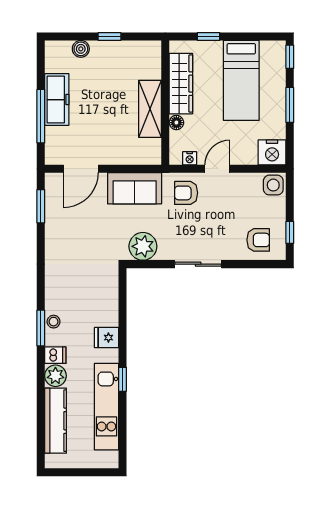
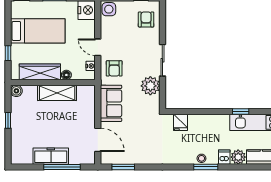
boiler: (81, 49) -> (16, 91), moved
plant: (143, 246) -> (150, 86), moved
fridge: (107, 338) -> (180, 122), moved

